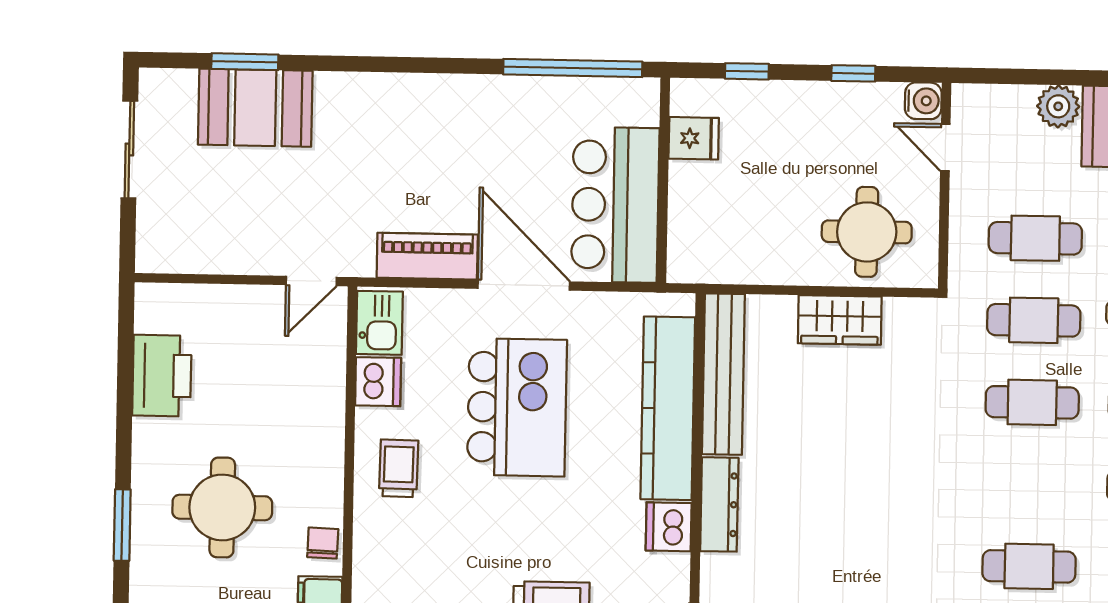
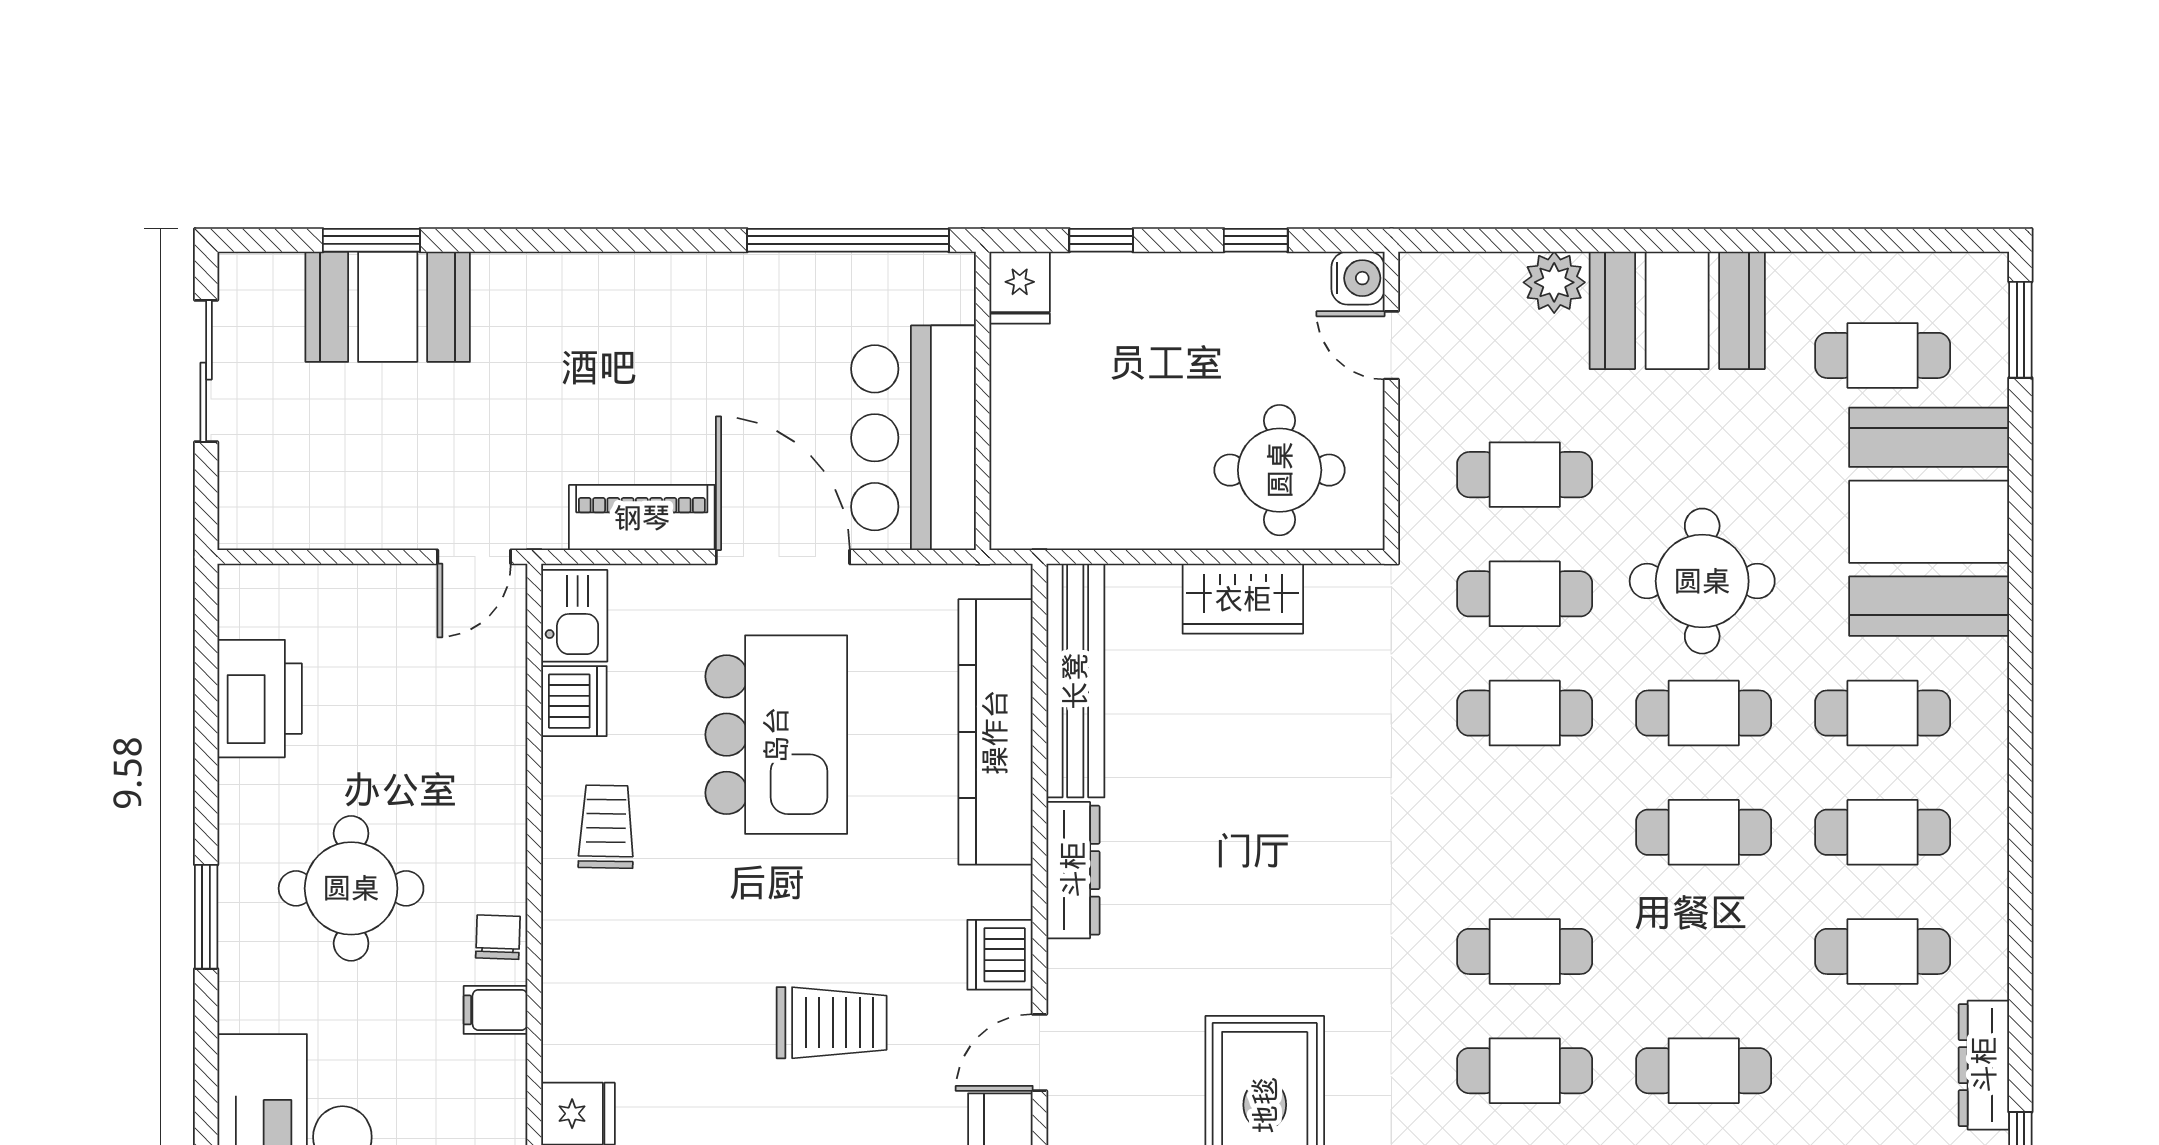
fridge: (694, 138) -> (1020, 288), moved, turned 90
dishwasher: (669, 527) -> (1000, 955), moved

